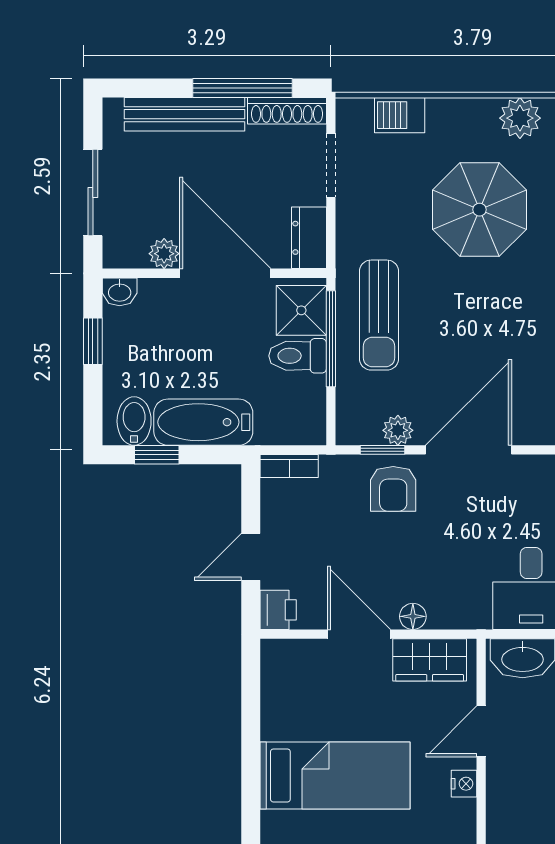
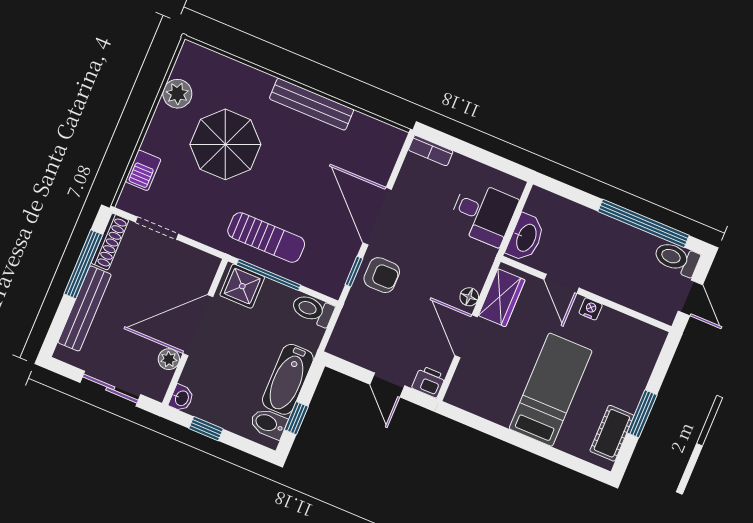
dresser: (309, 238) -> (198, 262), removed
toilet: (298, 356) -> (313, 310), moved, turned 90
plant: (398, 430) -> (345, 256), removed
bookcase: (289, 466) -> (339, 336), removed
door: (359, 634) -> (466, 336), hinge flipped

